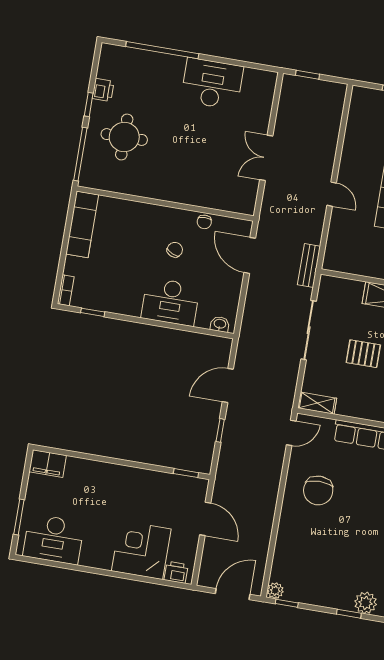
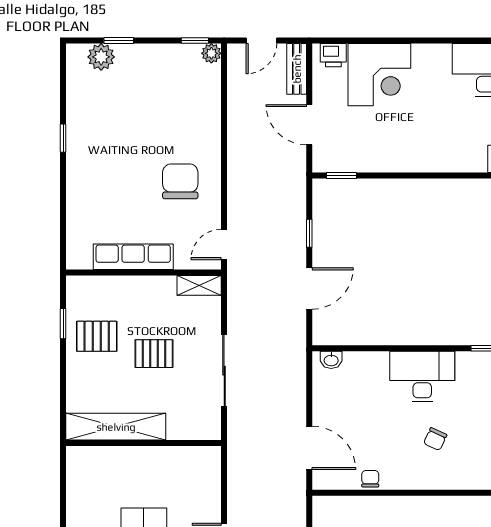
chair: (175, 250) -> (435, 439), moved
bench: (309, 266) -> (297, 69), moved
desk: (170, 302) -> (422, 377), moved
door: (233, 594) -> (261, 41), width x0.73

